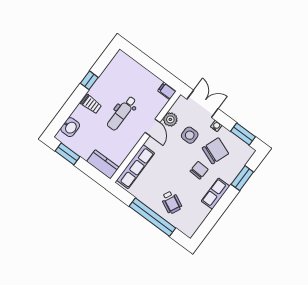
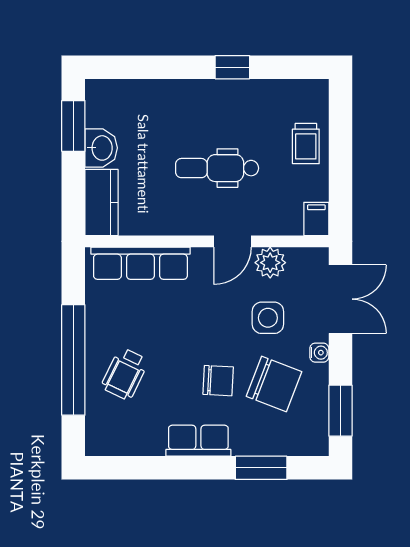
trolley: (91, 104) -> (306, 144), moved
washbasin: (70, 127) -> (101, 148), moved, turned -90

